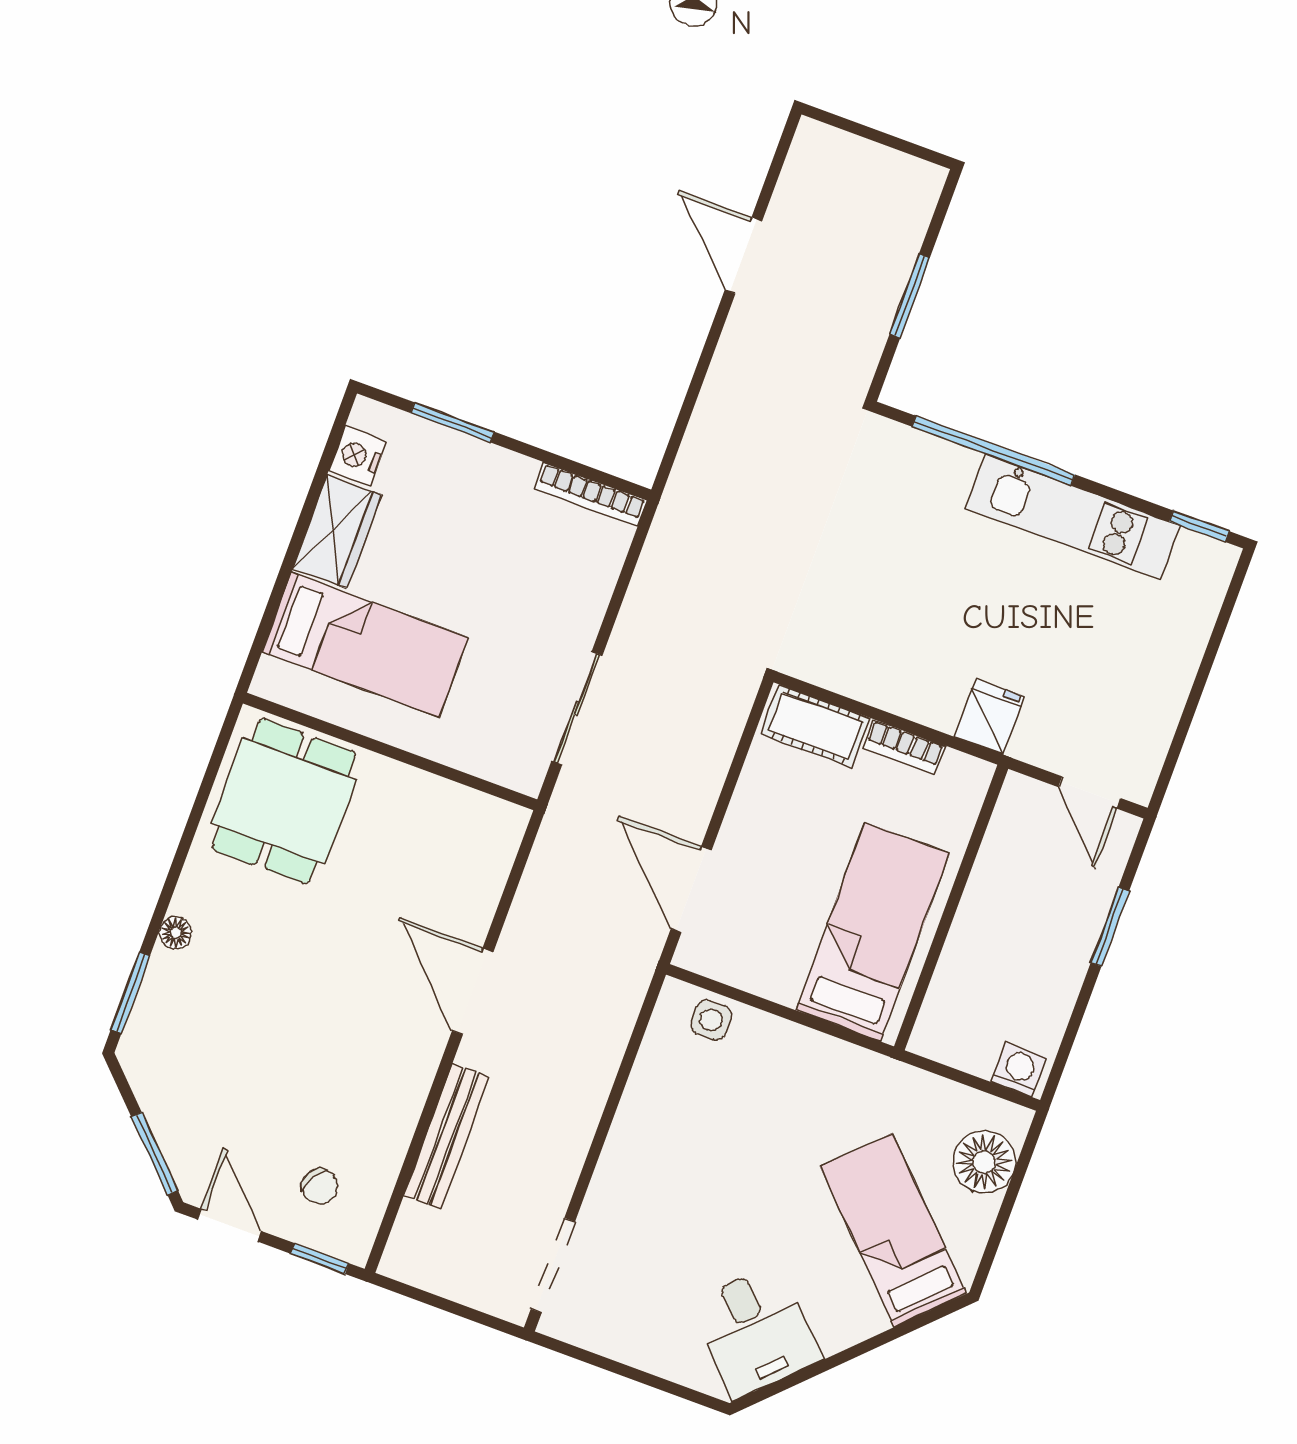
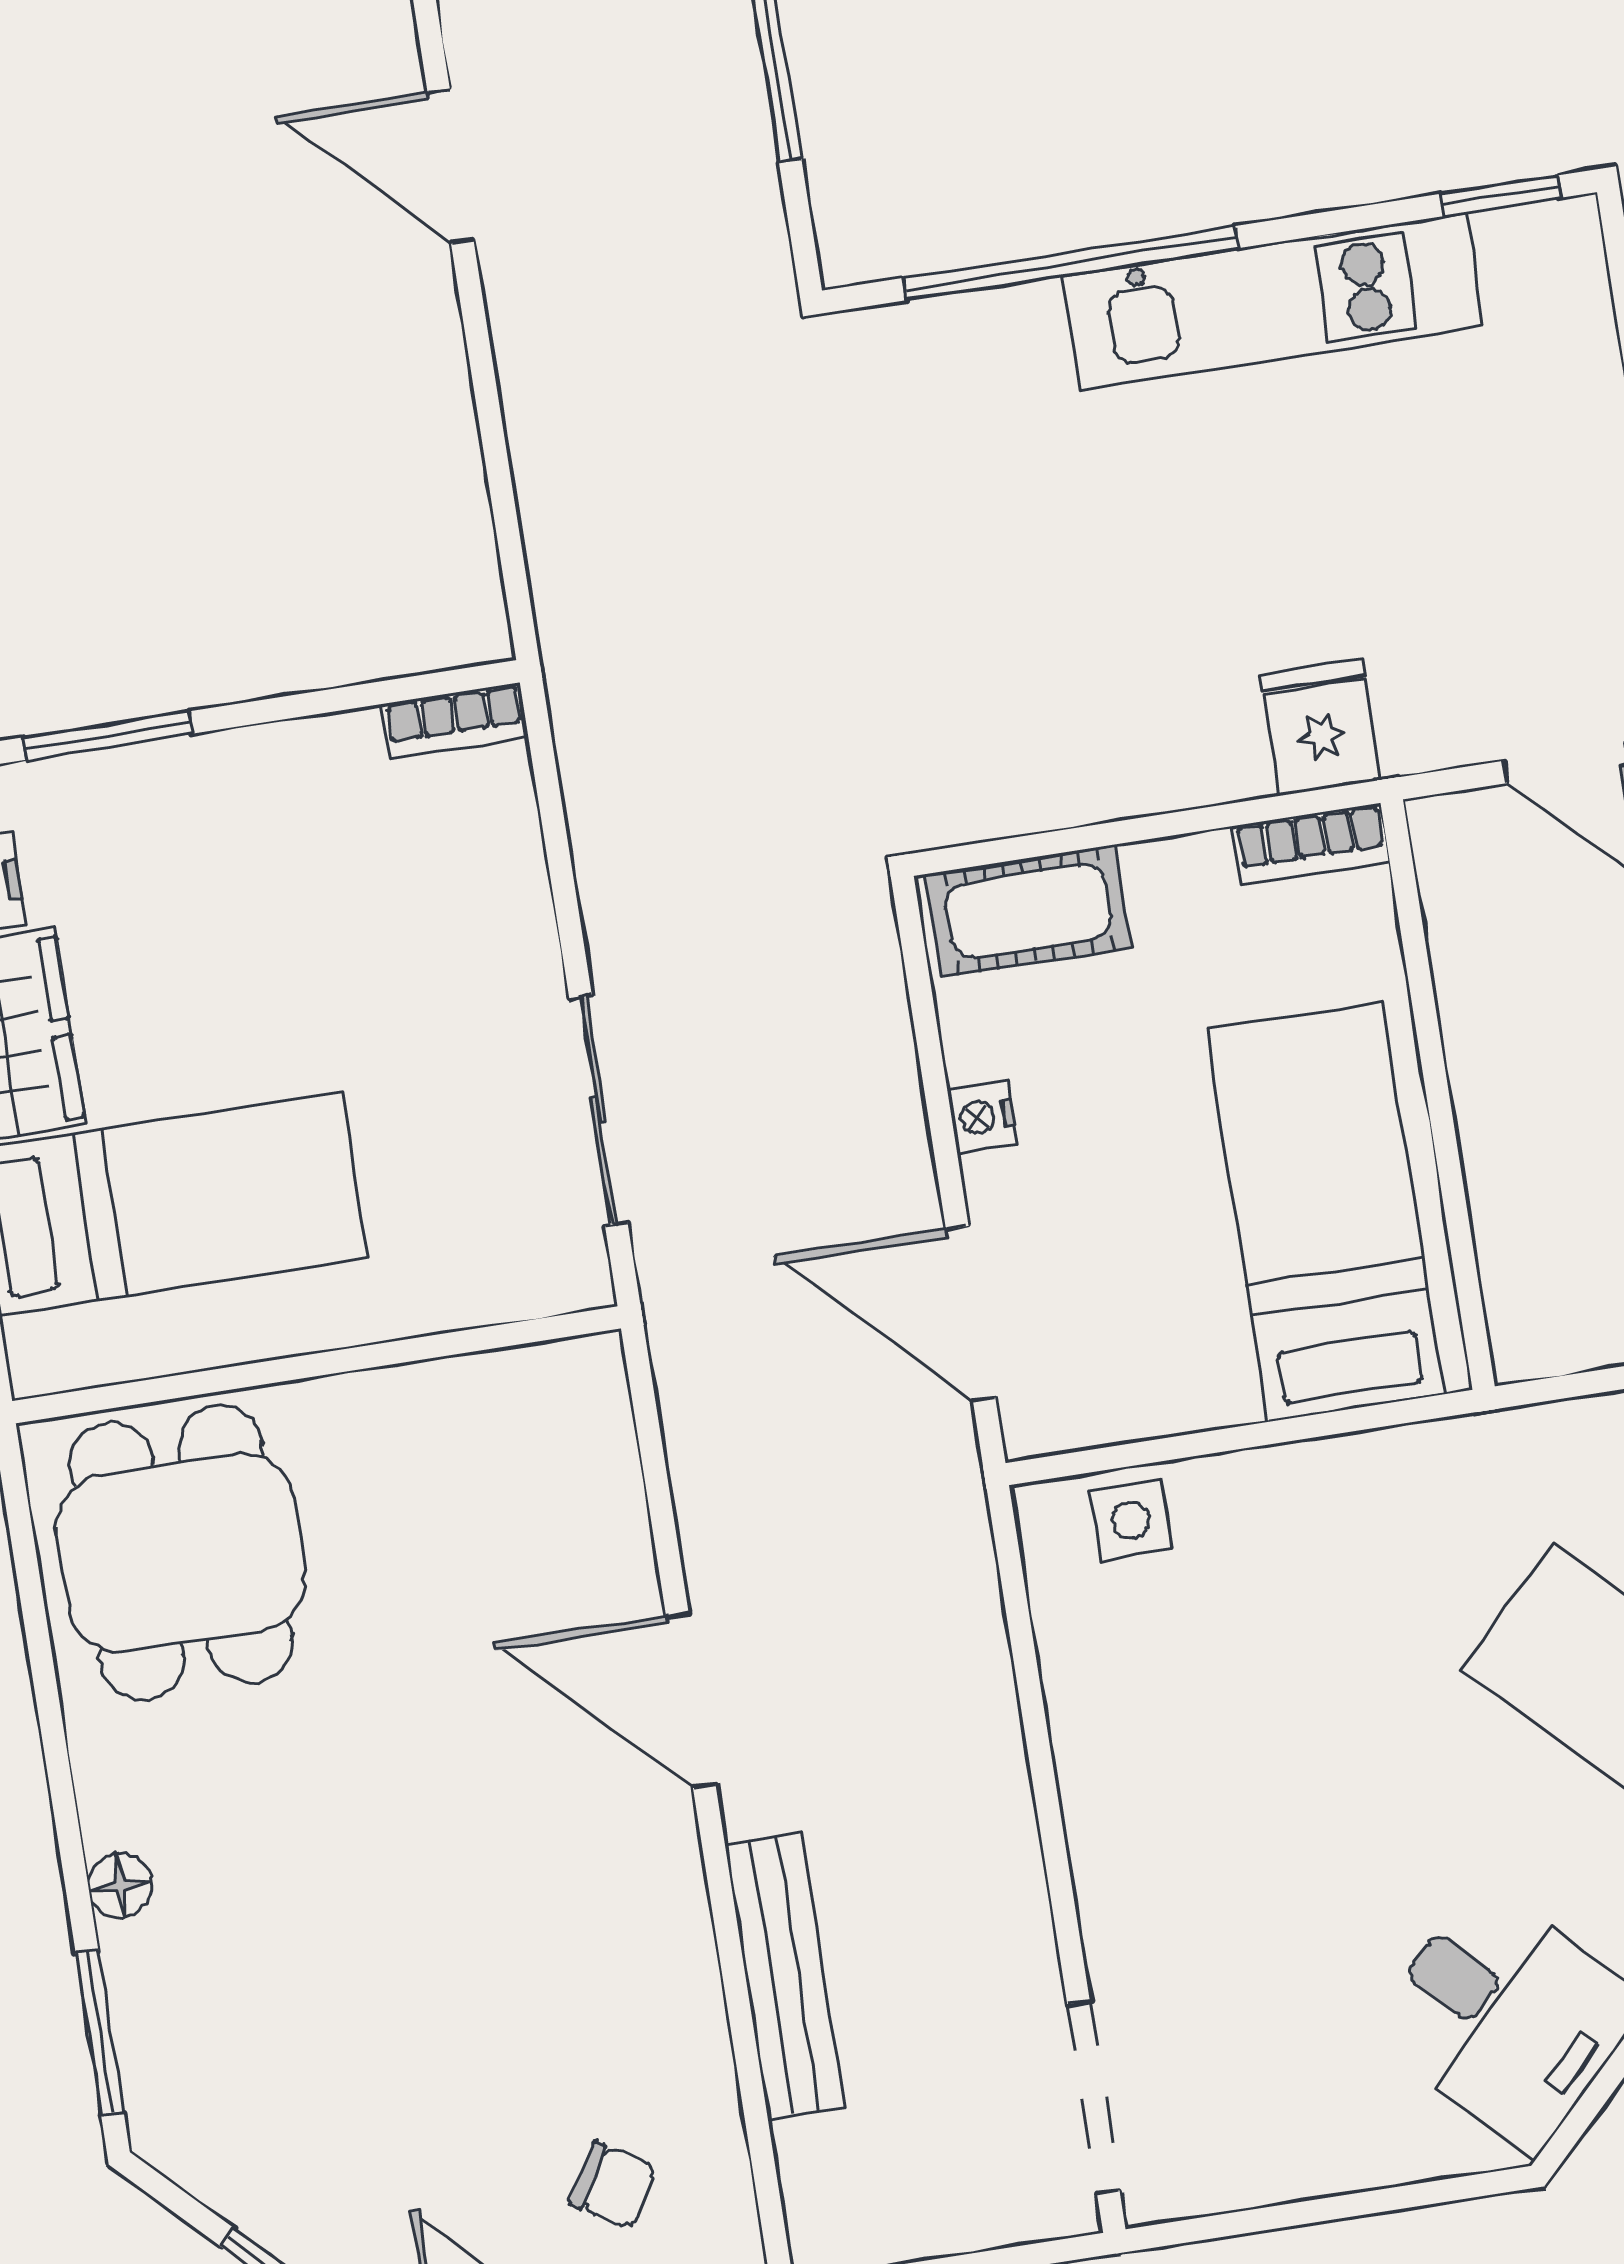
bookcase: (591, 494) -> (455, 721), width x0.64
bookcase: (904, 747) -> (1311, 844), moved
nightstand: (745, 805) -> (982, 1117), added

